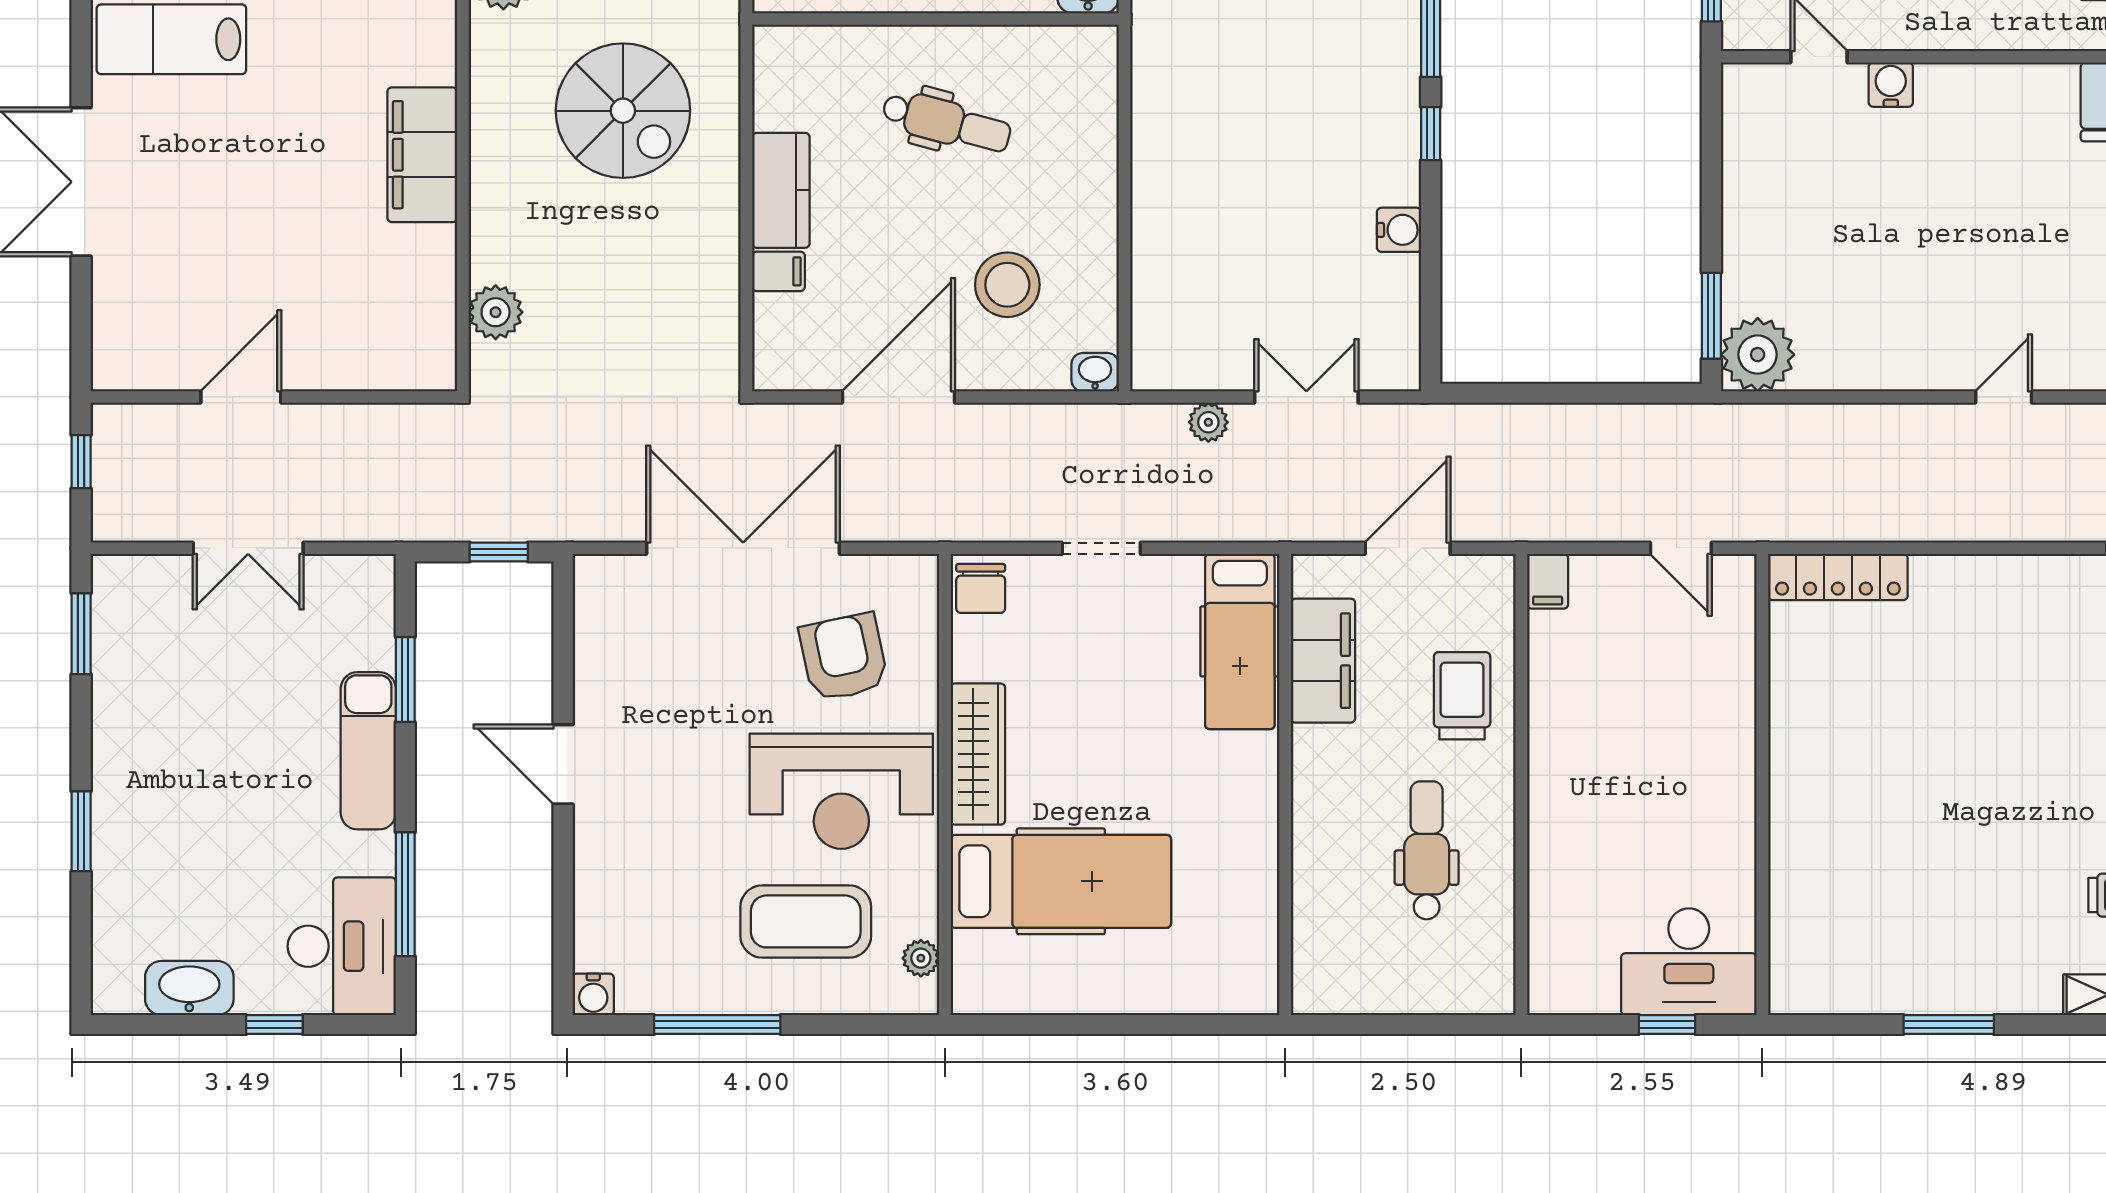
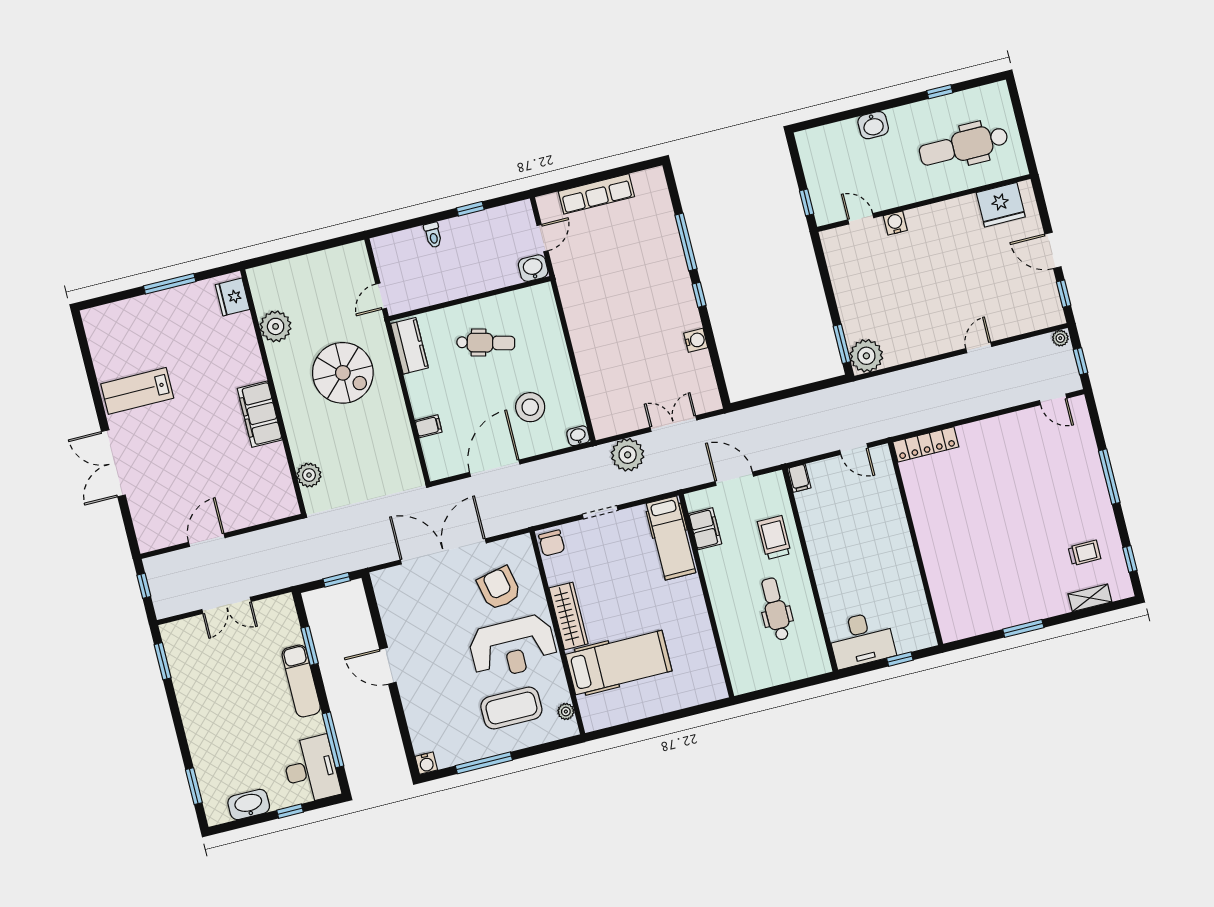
kitchen counter: (781, 190) -> (410, 346), moved
plant: (1208, 422) -> (628, 455), width x1.88, depth x1.88
door: (1408, 548) -> (734, 479), hinge flipped
filing cabinet: (1323, 661) -> (705, 529), width x0.67, depth x0.86
window: (81, 831) -> (194, 786), moved
desk: (1689, 962) -> (861, 640), moved

